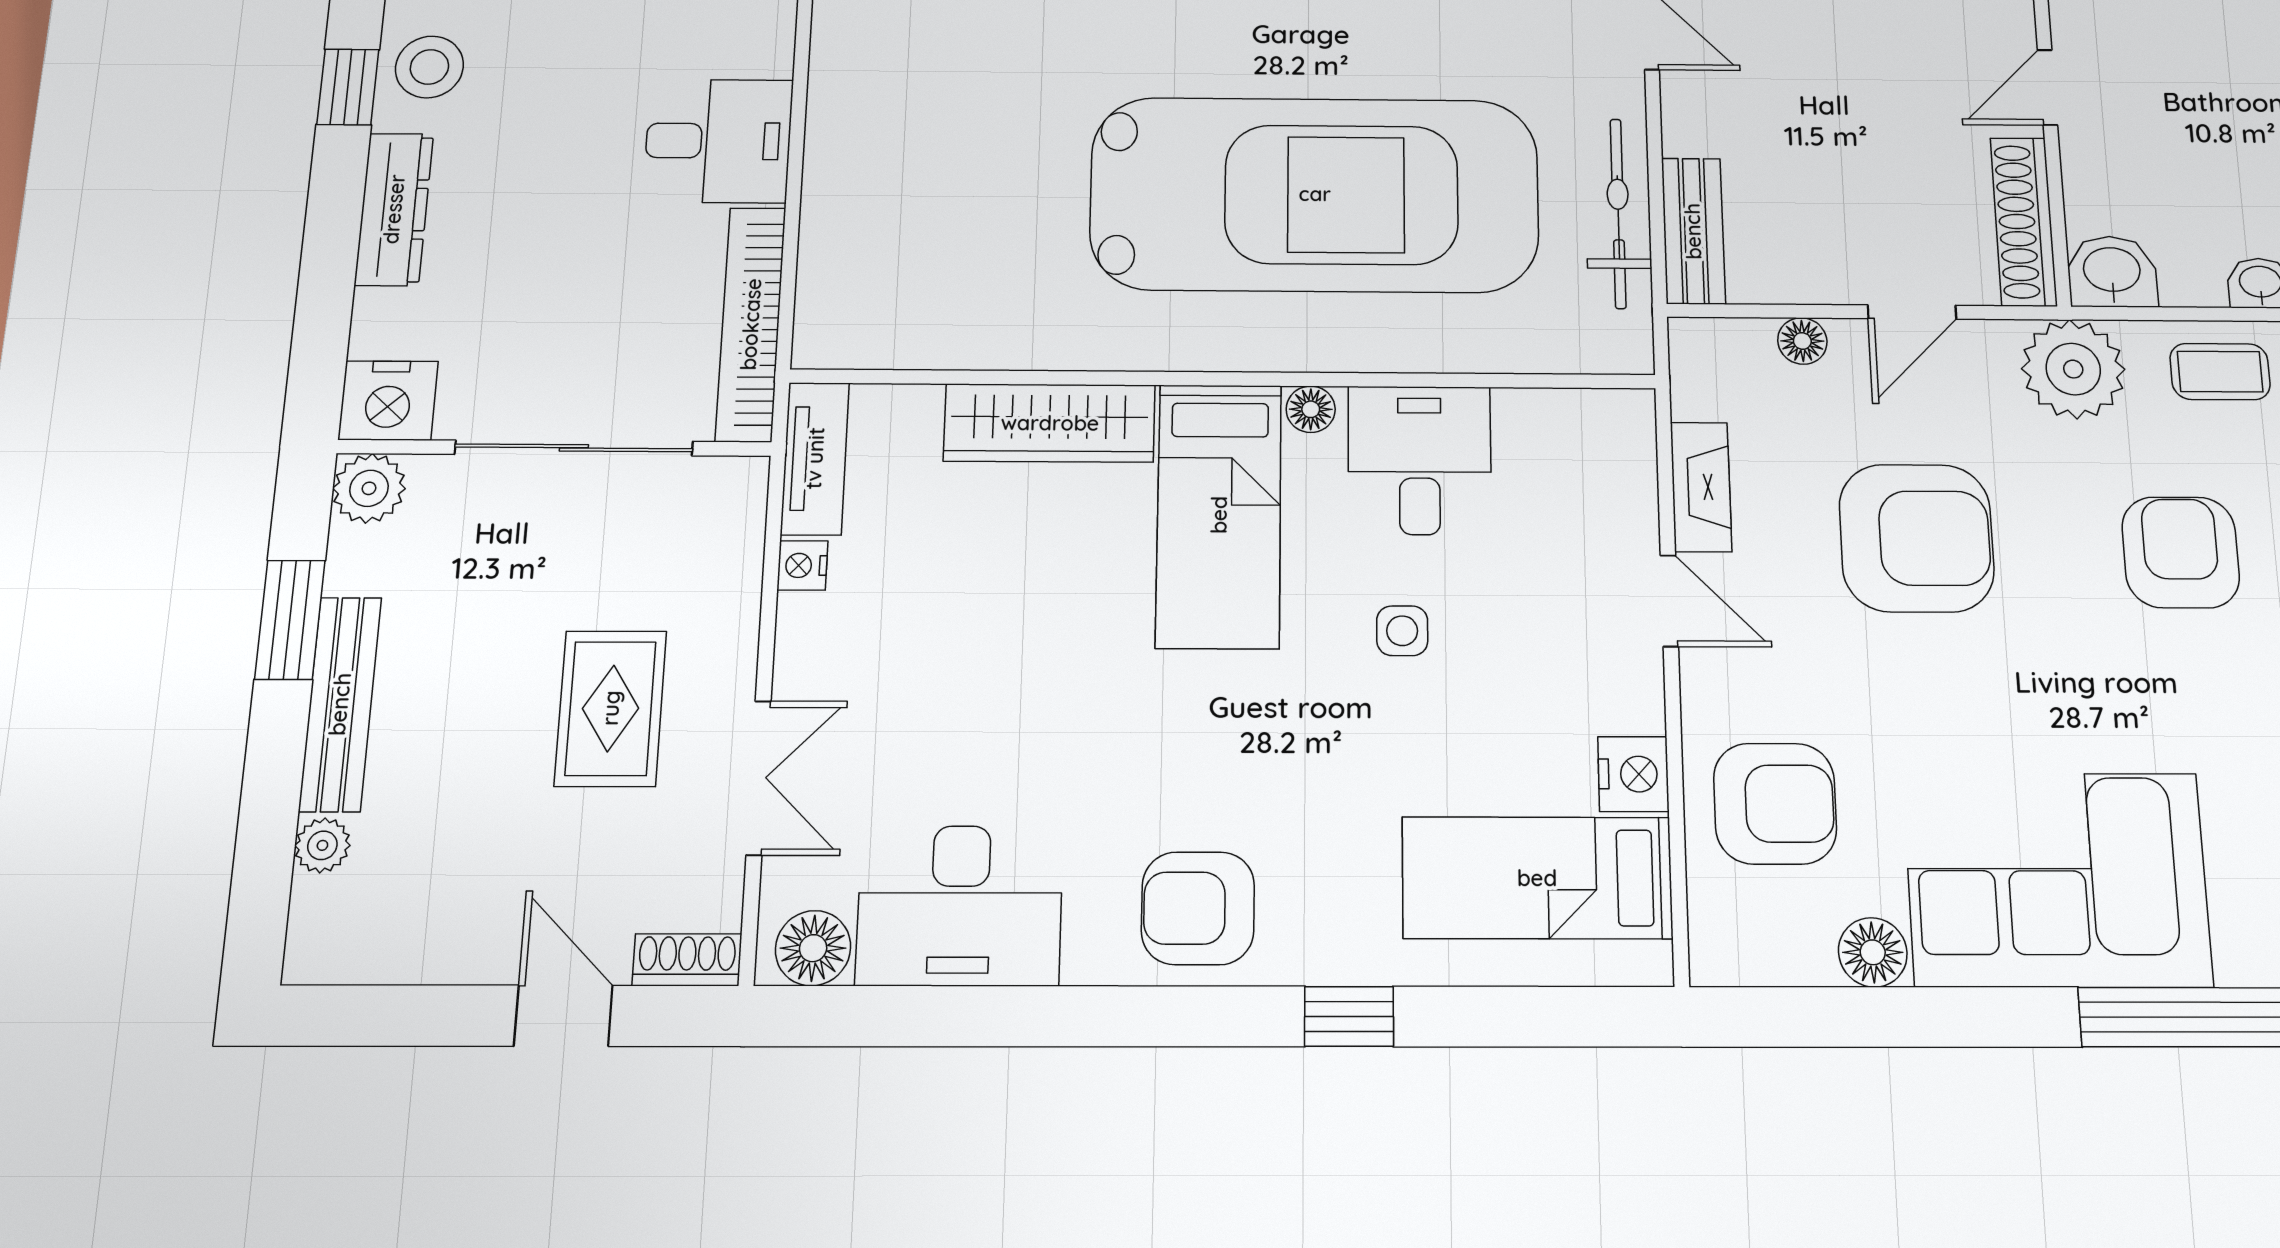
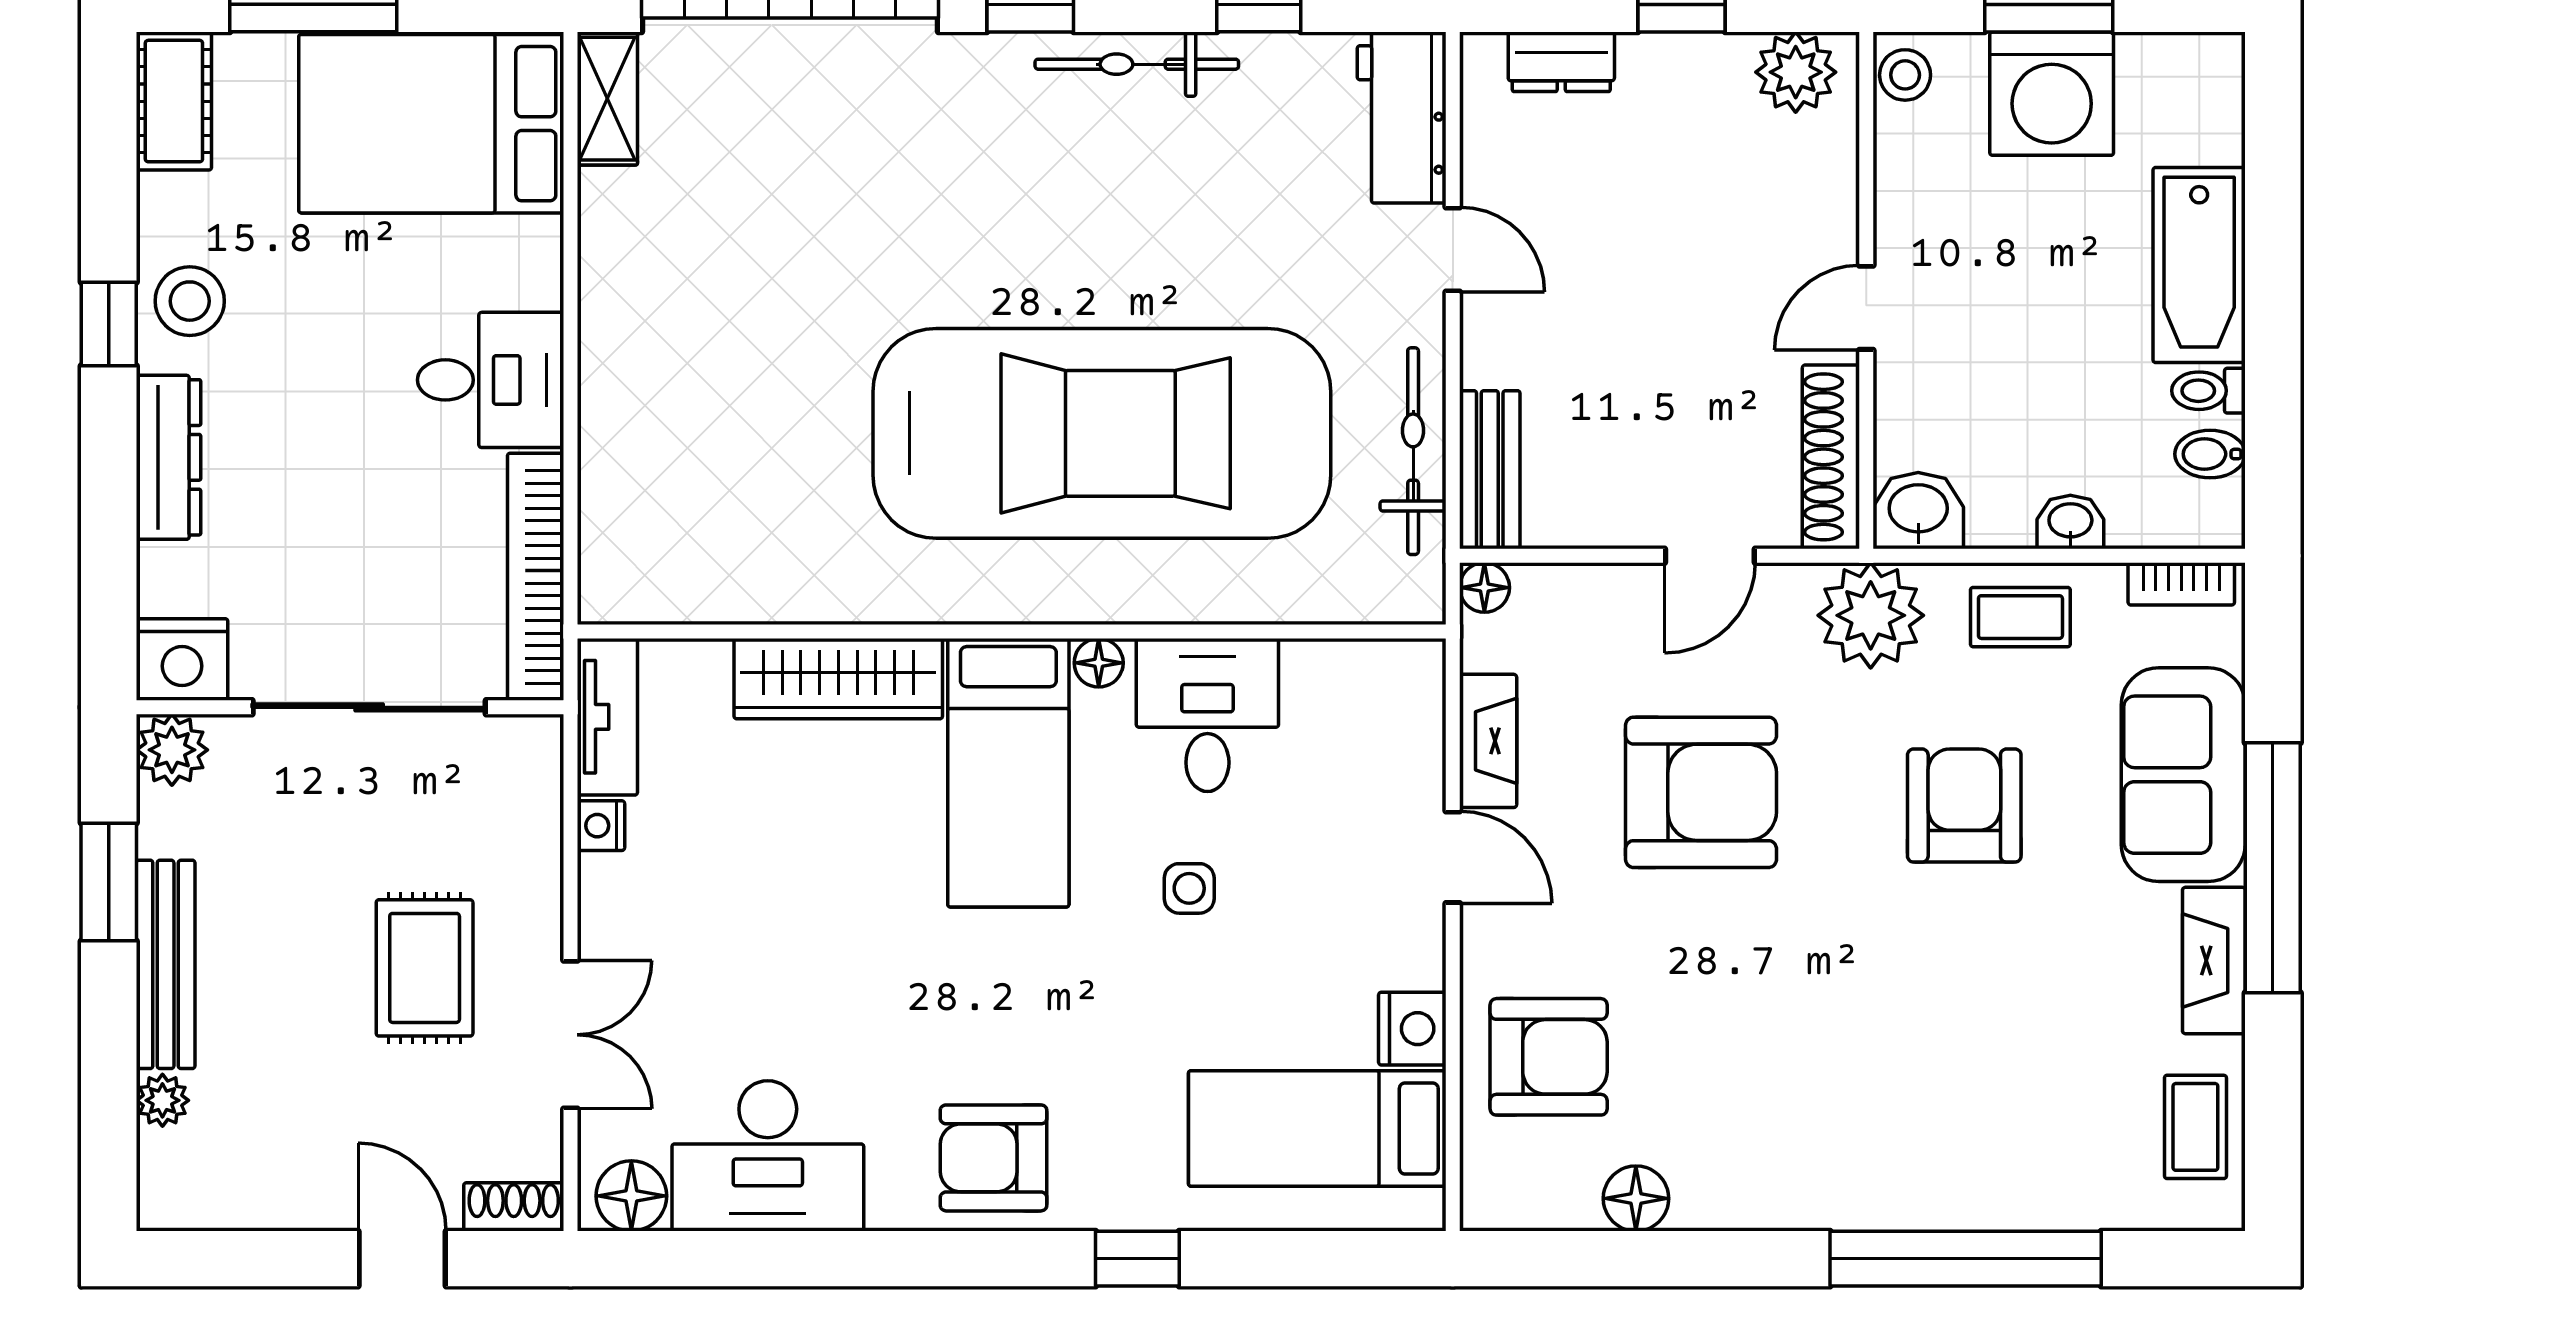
floor lamp: (1802, 341) -> (1484, 588), moved
corner sofa: (2057, 879) -> (1817, 1129), removed

